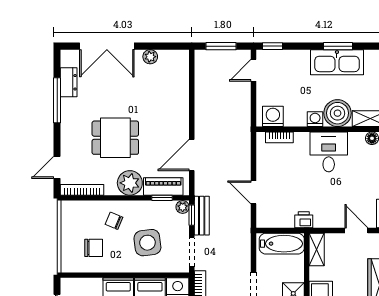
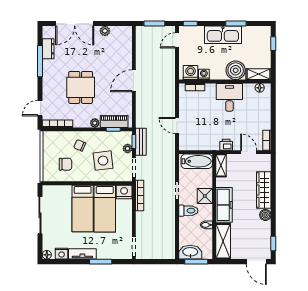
kitchen sink: (337, 62) -> (223, 35), moved
washing machine: (315, 119) -> (204, 74), moved
dining table: (115, 138) -> (81, 87), turned 90
door: (192, 155) -> (134, 81), moved
plant: (130, 183) -> (95, 123), width x0.53, depth x0.53
plant: (183, 207) -> (128, 149), moved
printer: (304, 220) -> (226, 145), moved

